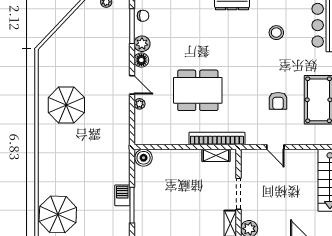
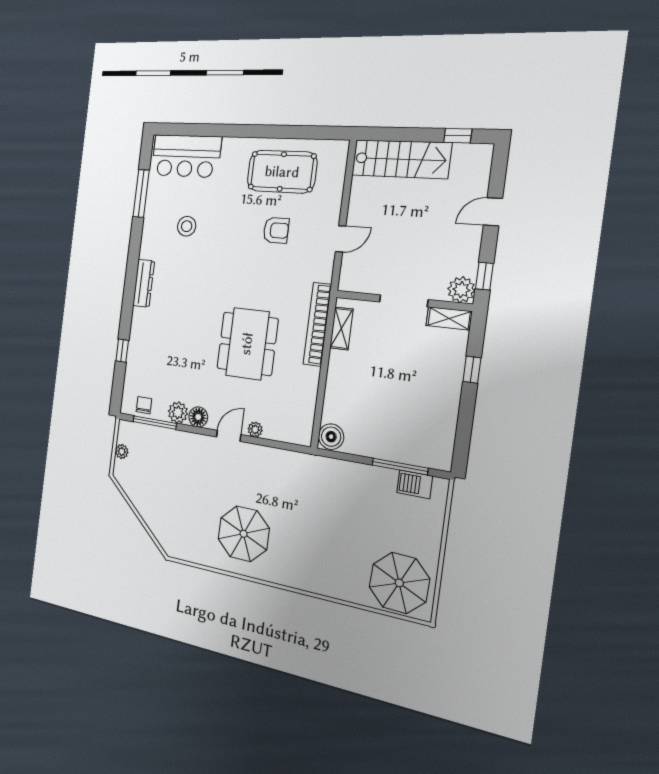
barbecue: (122, 195) -> (415, 484), moved

